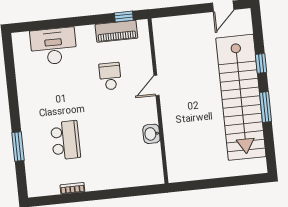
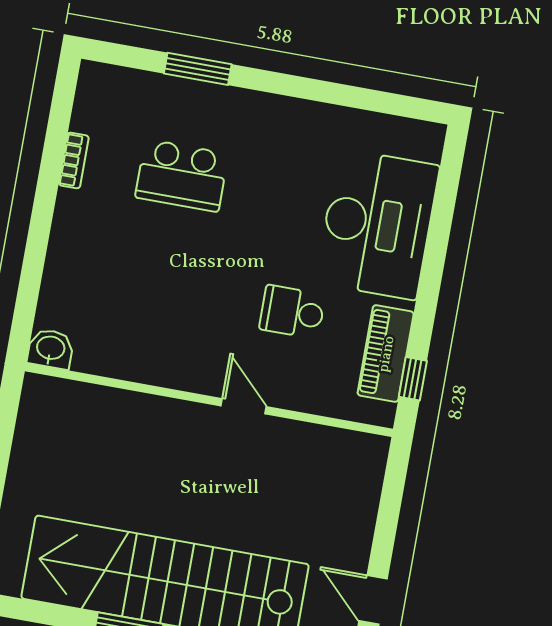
desk: (54, 46) -> (378, 224), width x1.36, depth x1.30
school desk: (110, 76) -> (292, 312), turned 180
washbasin: (151, 134) -> (51, 349), moved

